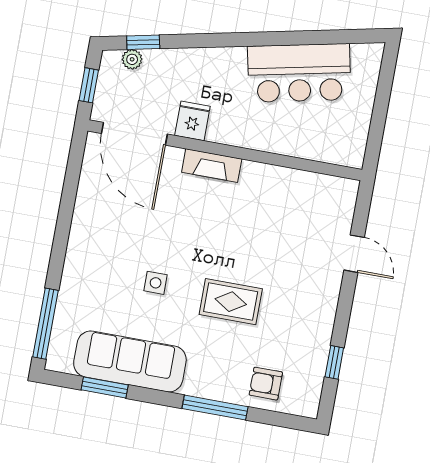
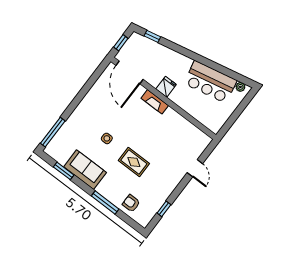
plant: (132, 59) -> (240, 87), moved
fridge: (192, 121) -> (166, 87), moved
sofa: (130, 361) -> (85, 170), width x0.73

